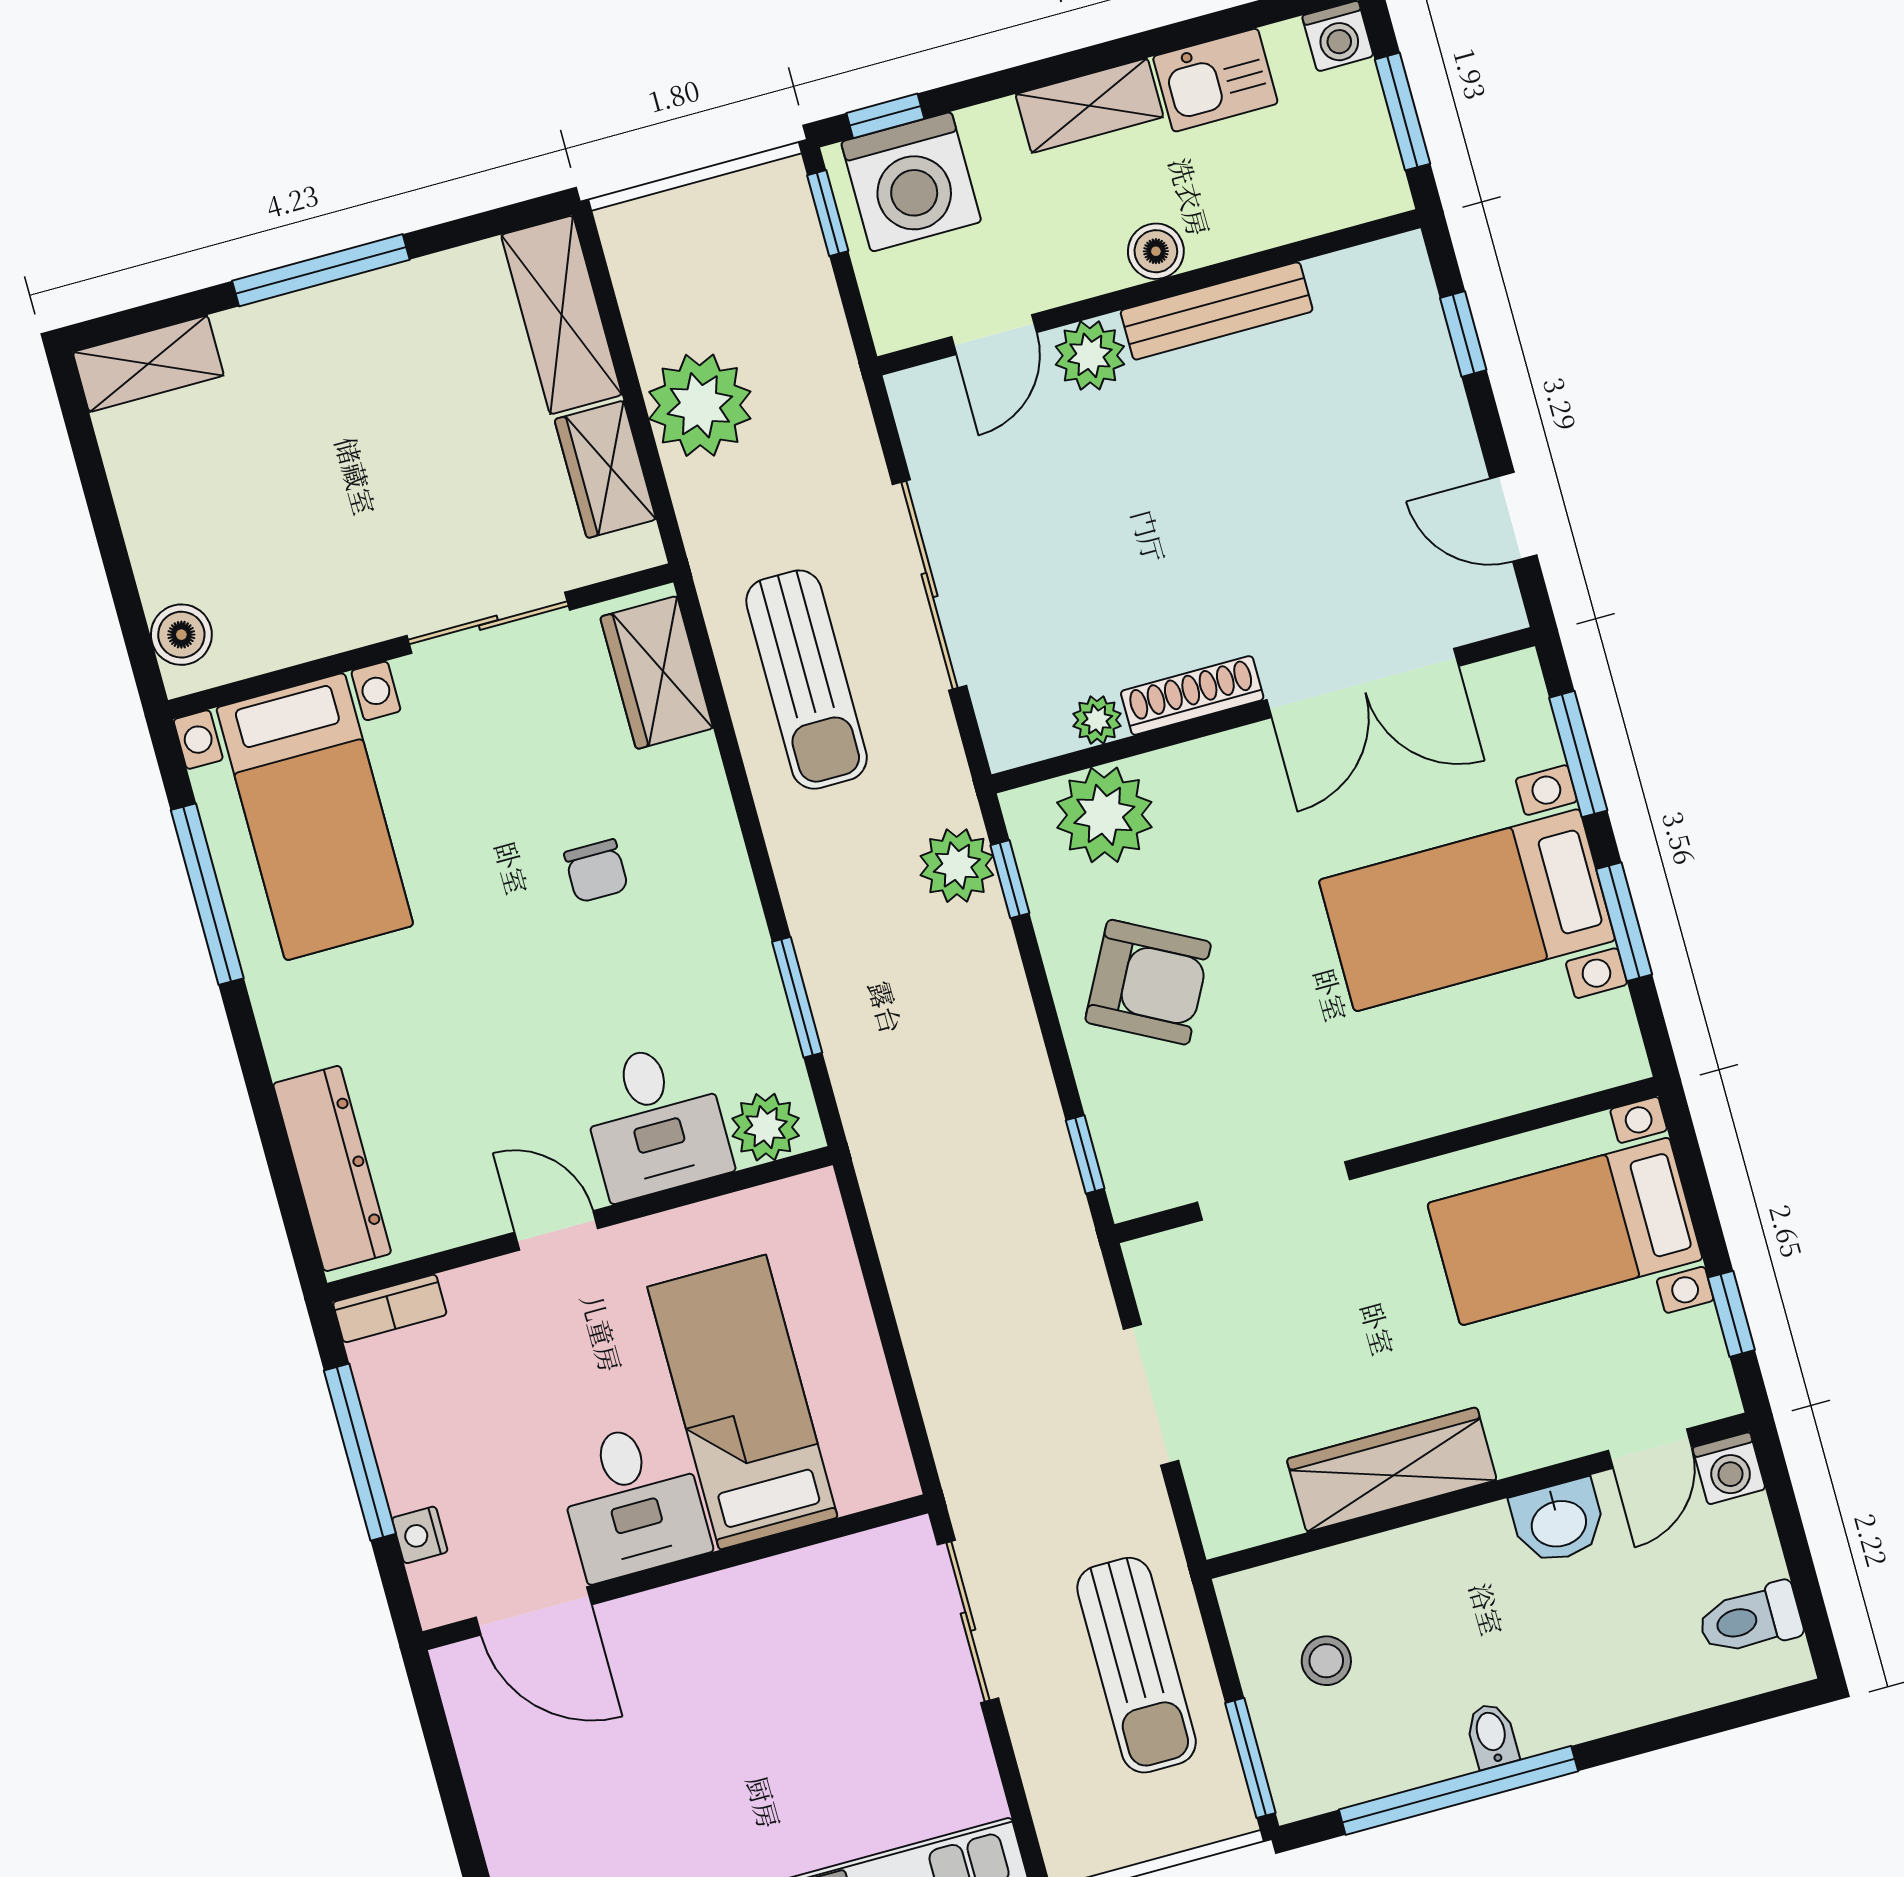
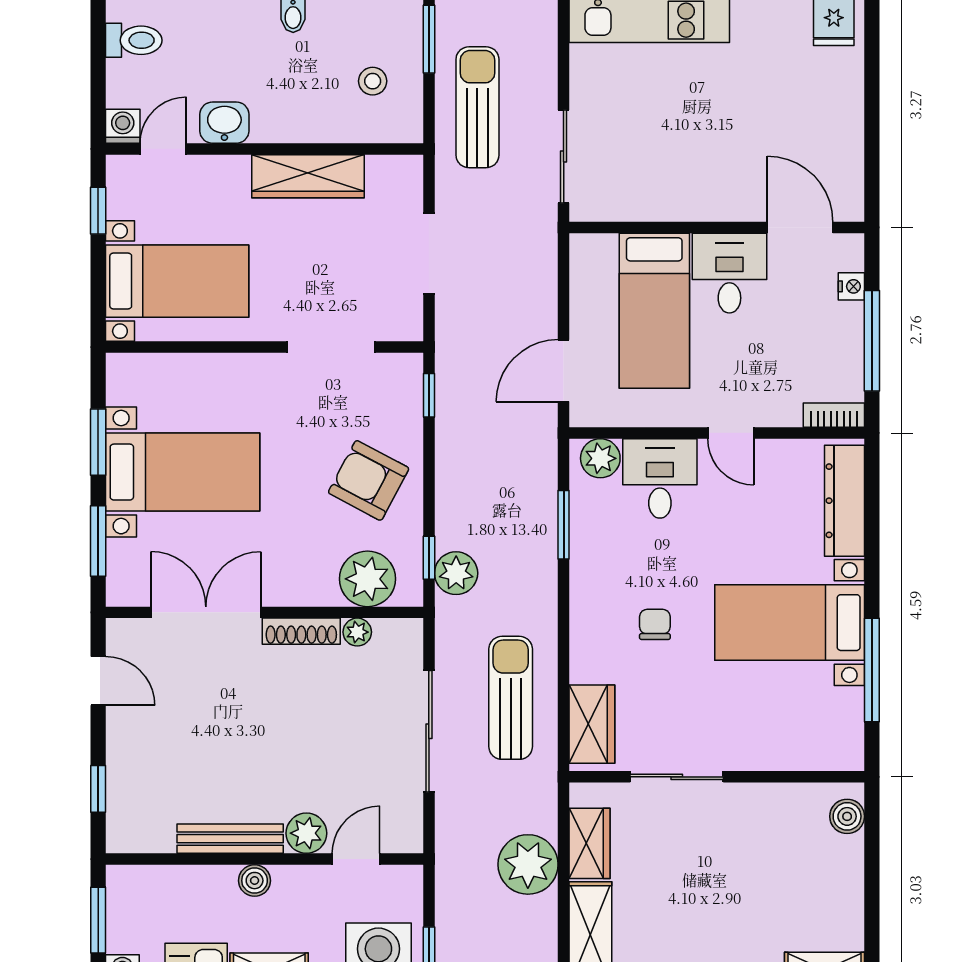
bed with nightstands: (315, 817) -> (790, 623), moved, turned -90
door: (869, 1259) -> (564, 371), added

